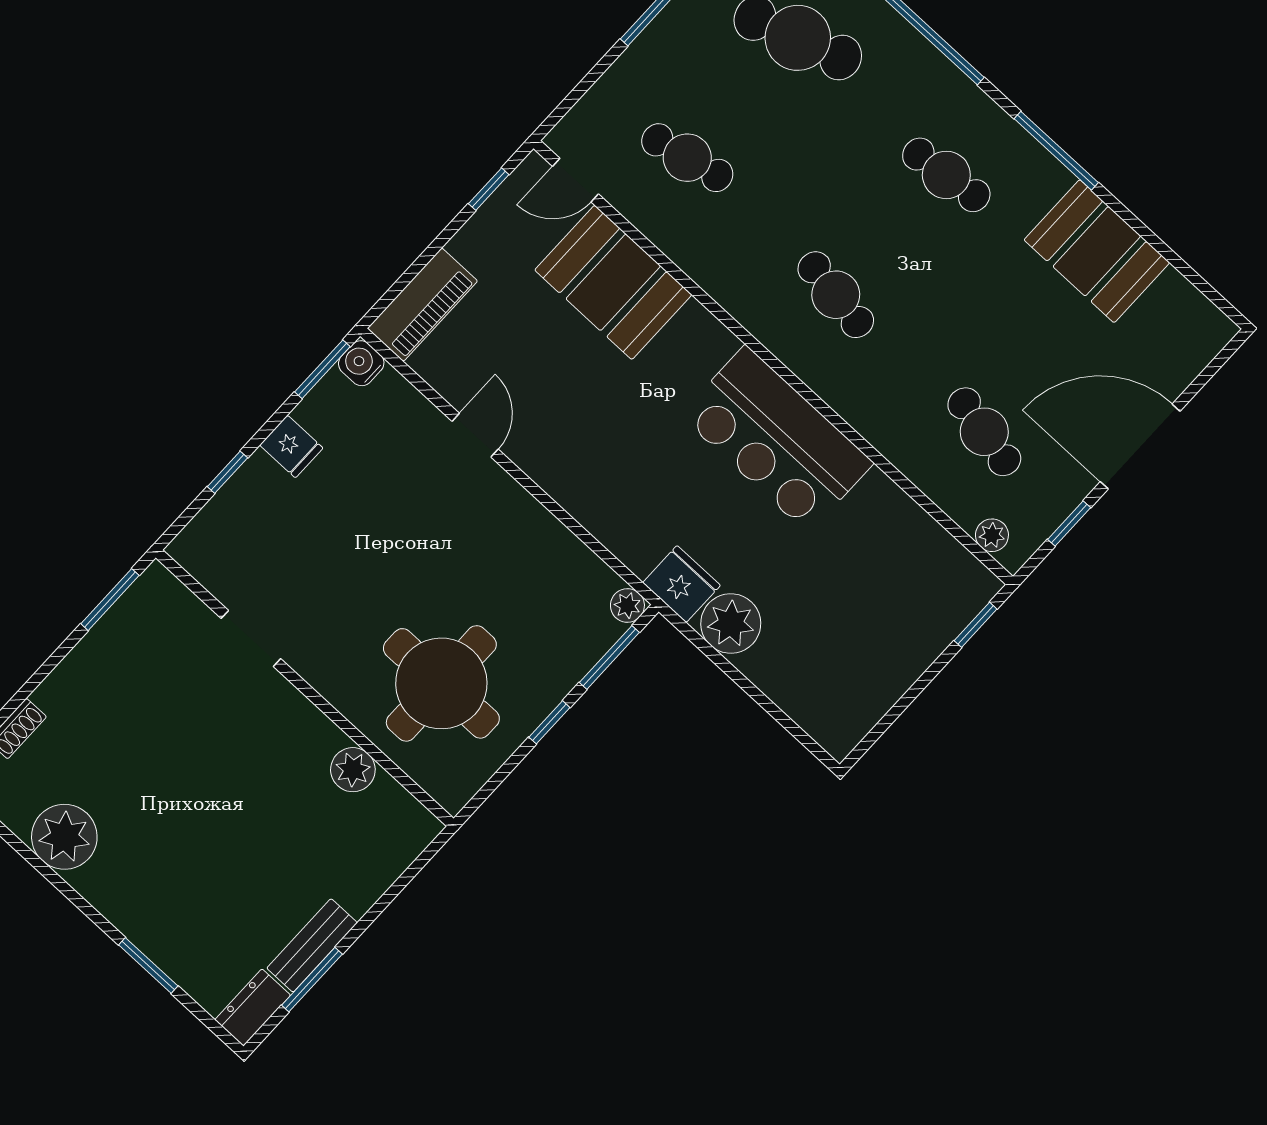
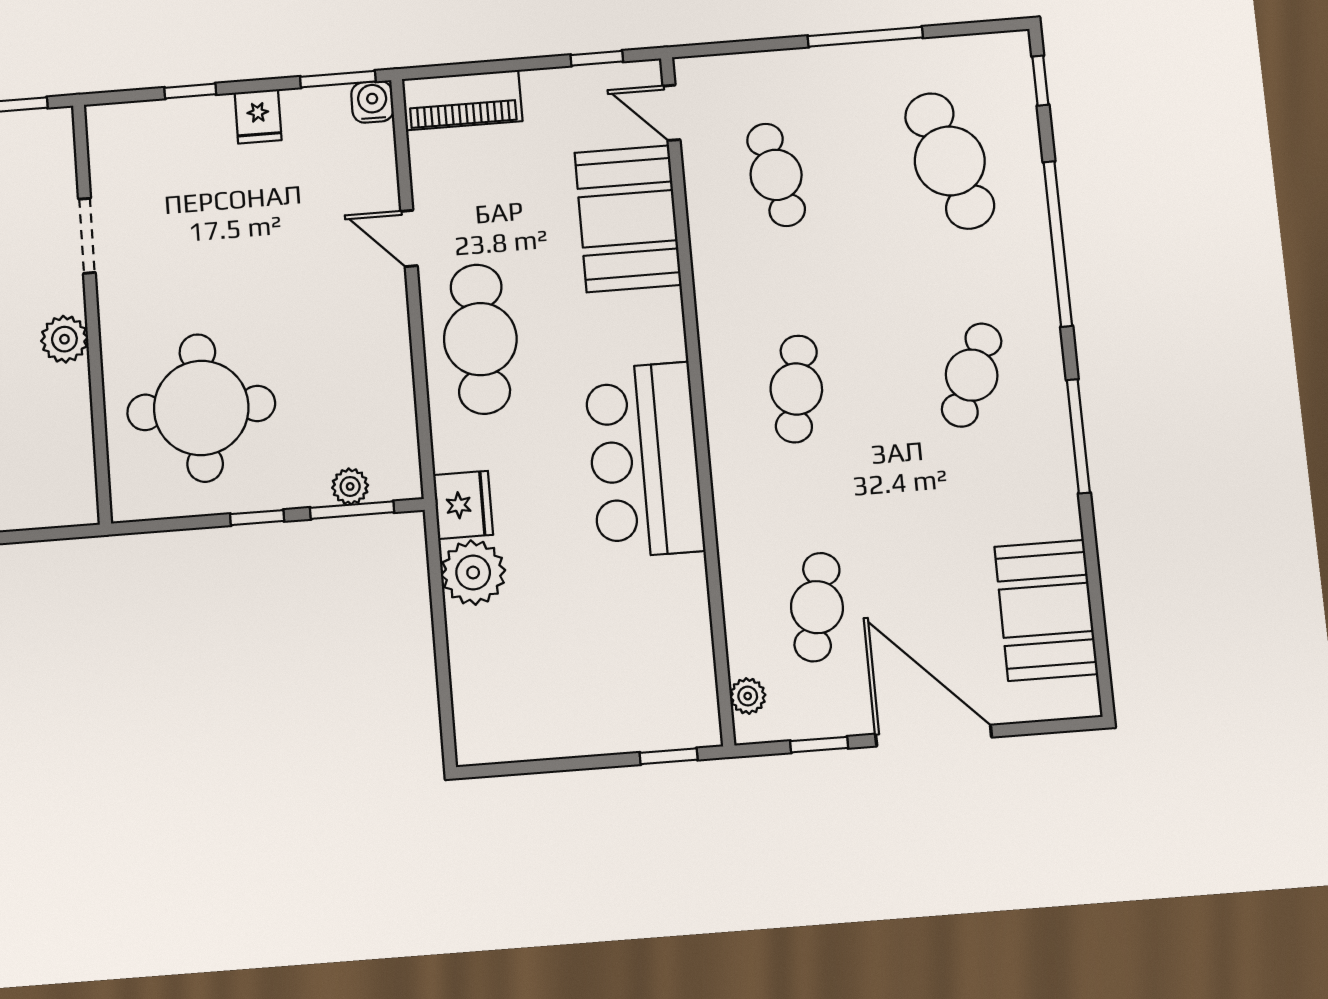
cafe table: (946, 175) -> (972, 375), turned 30
booth: (1097, 251) -> (1046, 610), moved
door: (475, 435) -> (409, 238), swing flipped
cafe table: (589, 460) -> (480, 339), added
plant: (627, 605) -> (350, 486), moved
plant: (353, 770) -> (64, 339), moved

